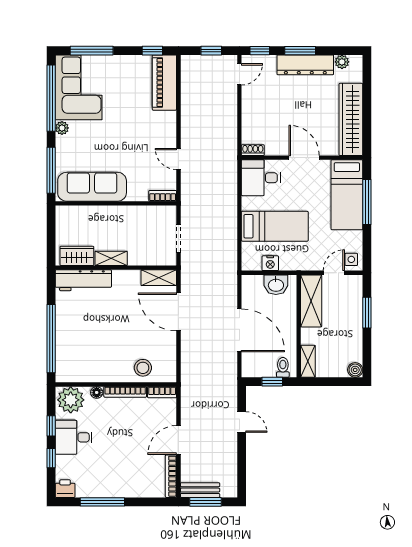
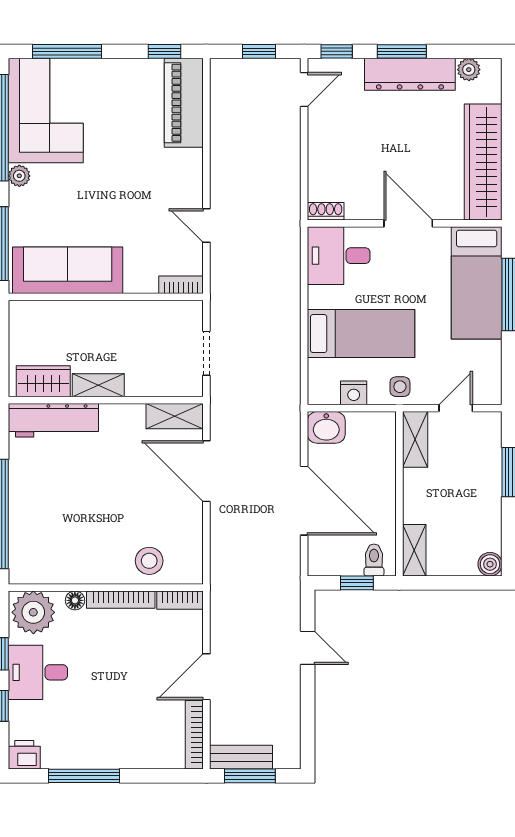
side table: (351, 259) -> (400, 387), moved
washbasin: (276, 285) -> (326, 427), moved
shelving: (311, 301) -> (415, 439), width x0.67, depth x0.75

